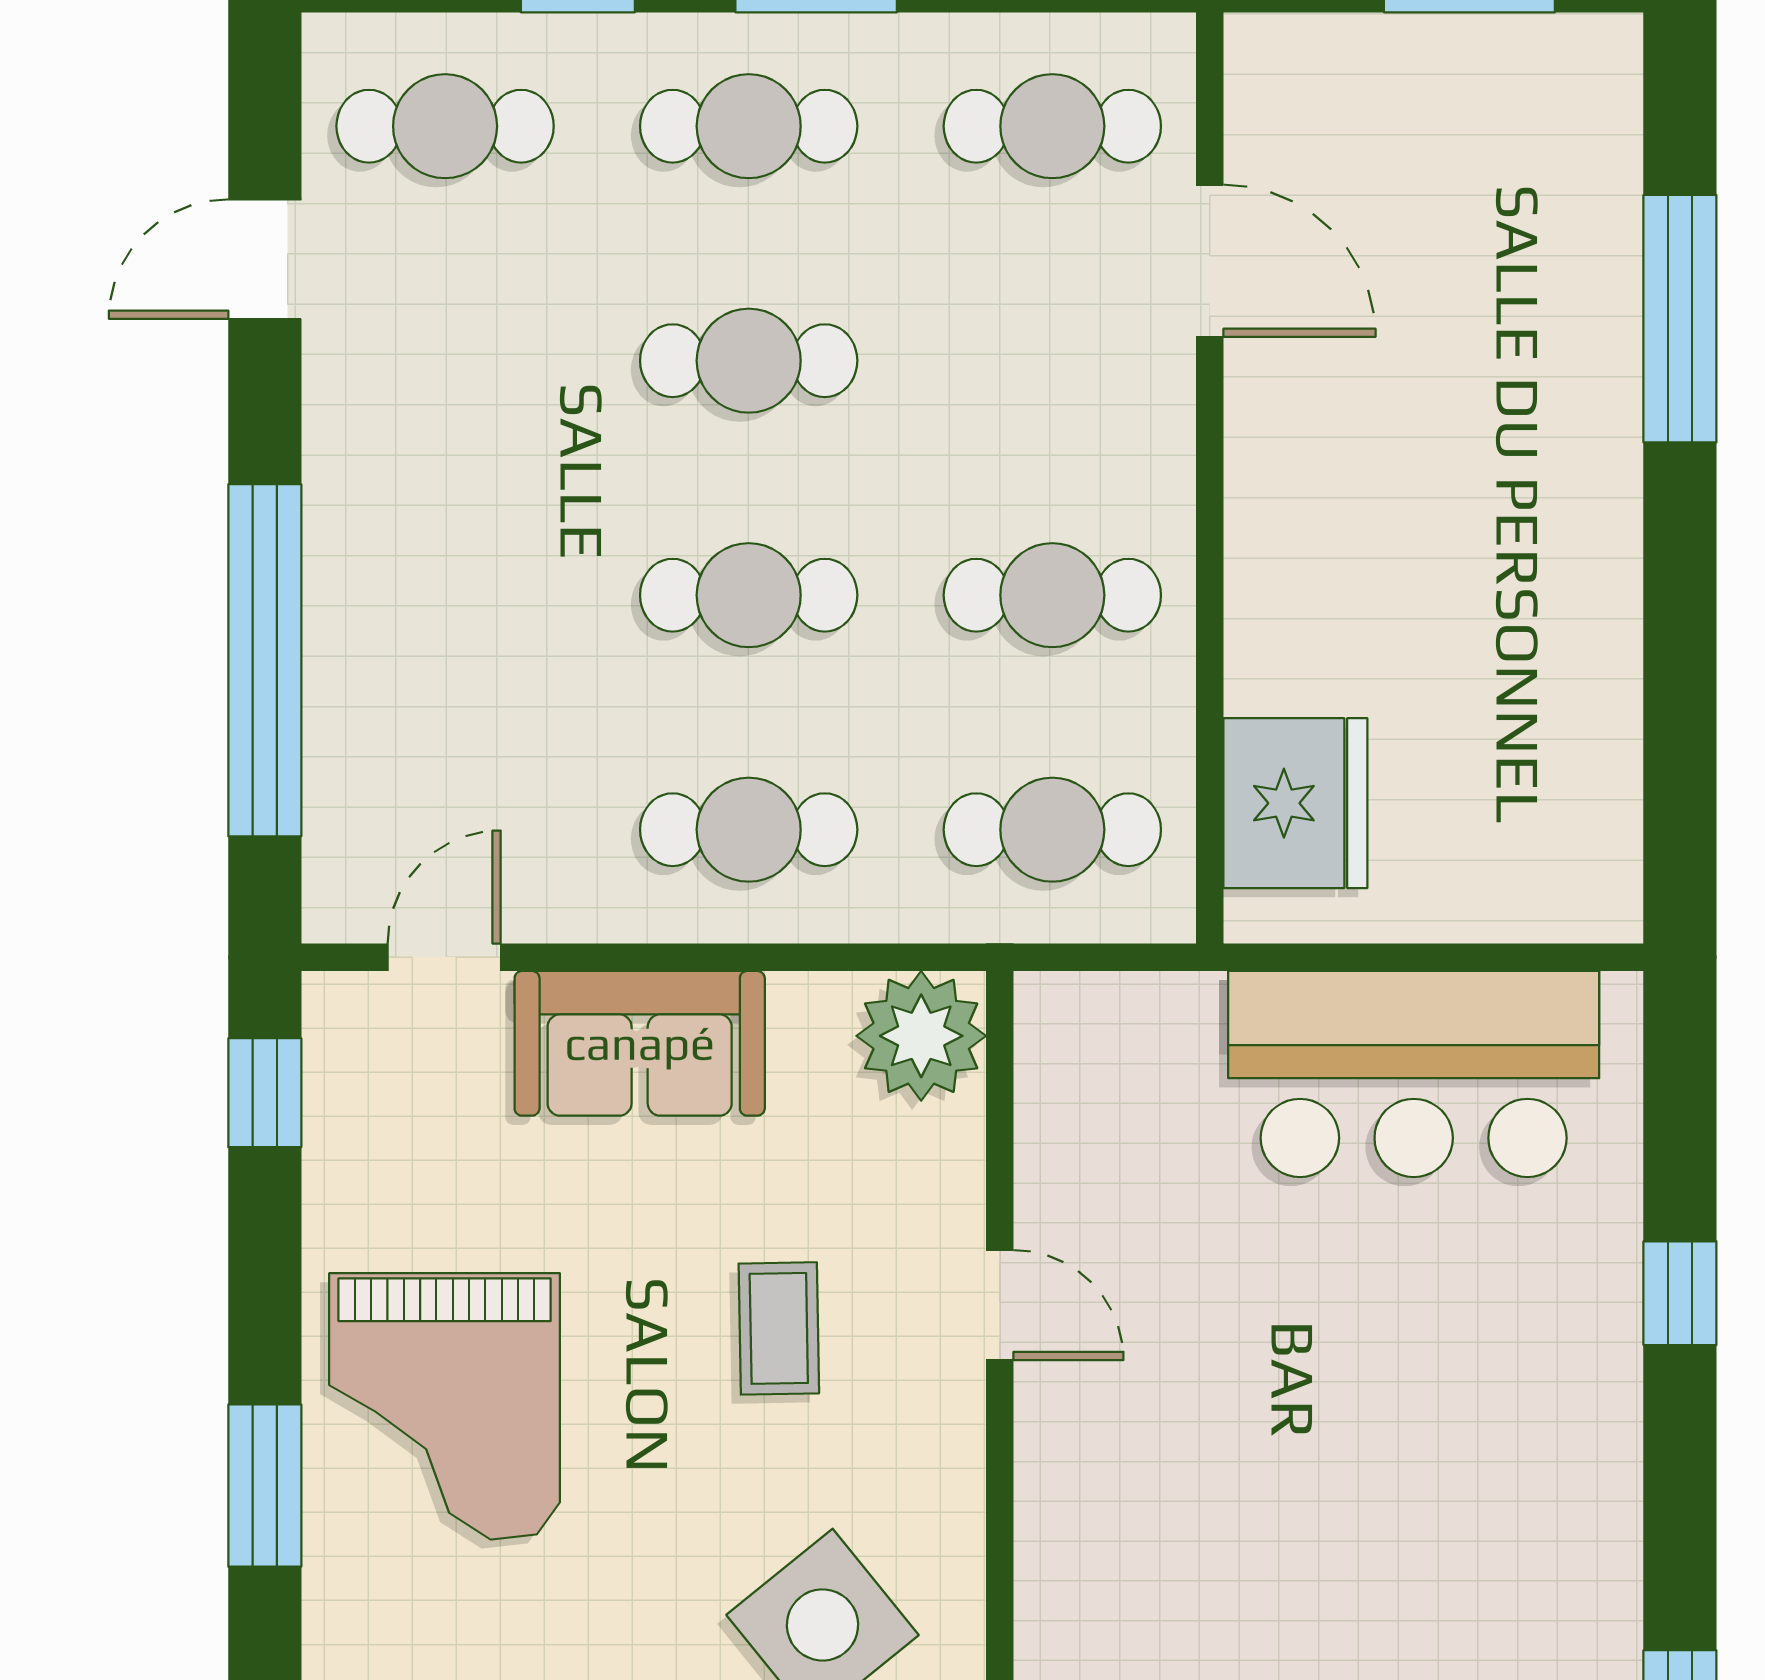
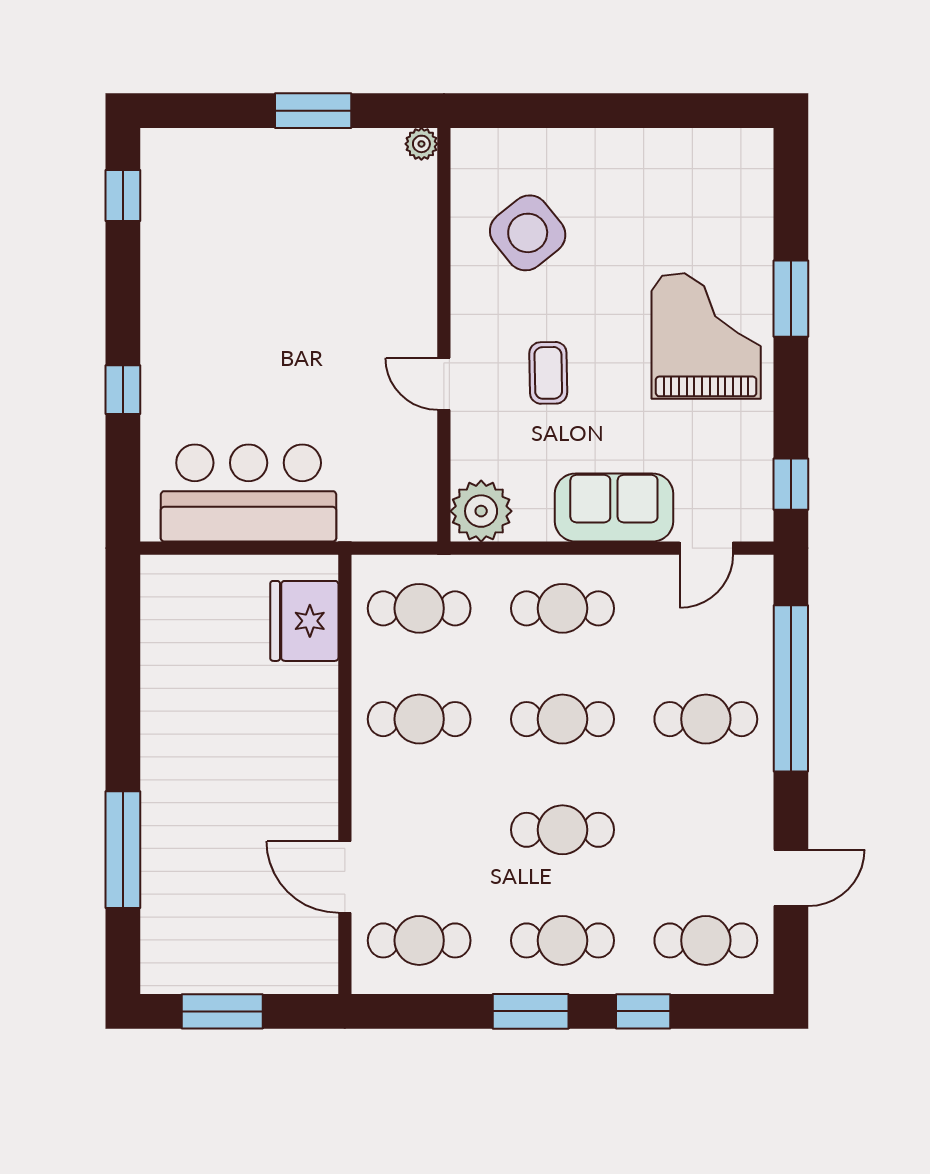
cafe table: (445, 595) -> (706, 719), added

